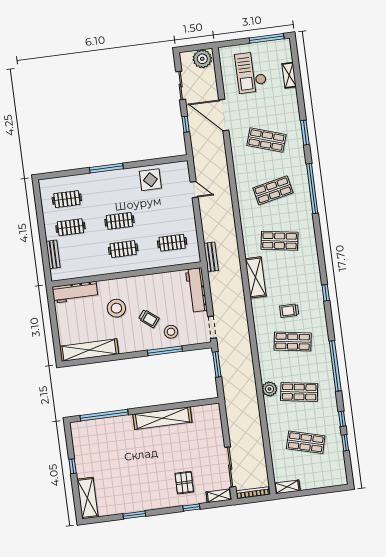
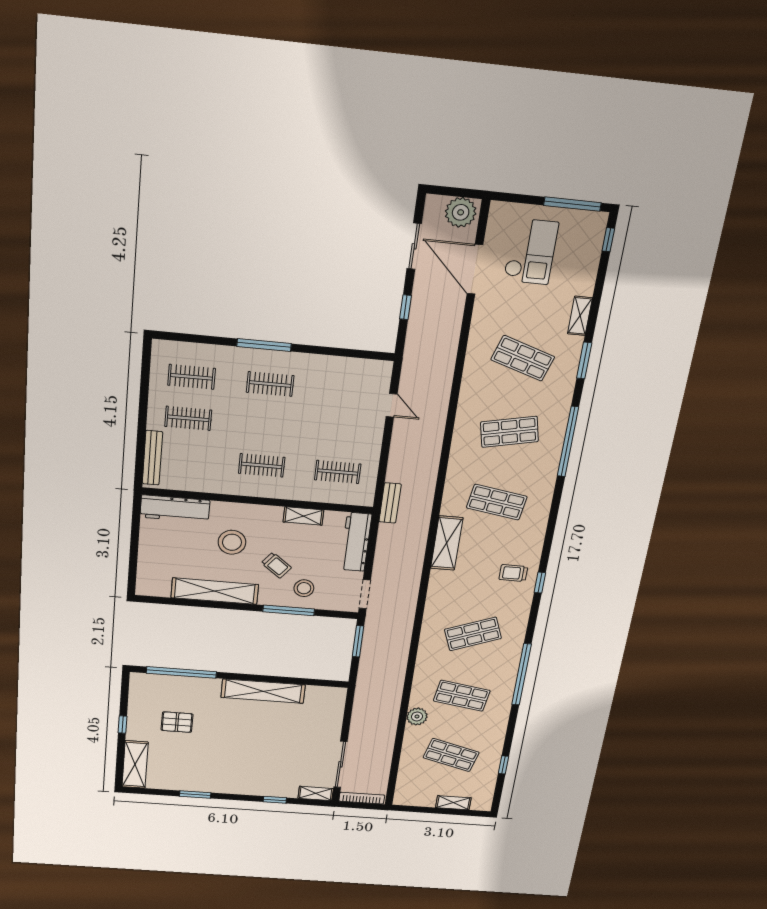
checkout: (251, 72) -> (531, 251), turned 180
shelving: (289, 75) -> (580, 316), moved
door: (224, 115) -> (475, 269), moved
display table: (150, 180) -> (329, 377), removed
clothes rail: (119, 221) -> (270, 384), moved
bench: (53, 254) -> (152, 458), width x1.36
shelving: (158, 279) -> (303, 516), added
trolley: (289, 311) -> (513, 573), moved
shop shelf: (293, 342) -> (473, 634), turned -30
shelving: (89, 350) -> (215, 591), moved
plant: (270, 389) -> (417, 716), moved
window: (342, 419) -> (608, 240), moved
pallet: (184, 483) -> (177, 722), moved, turned 90
shelving: (287, 487) -> (453, 803), moved

